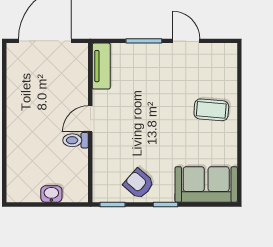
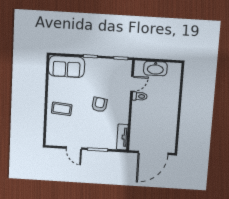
door: (90, 119) -> (132, 84), moved
armchair: (139, 184) -> (99, 105), moved, turned -123
washbasin: (51, 194) -> (155, 69), width x1.91, depth x1.45

